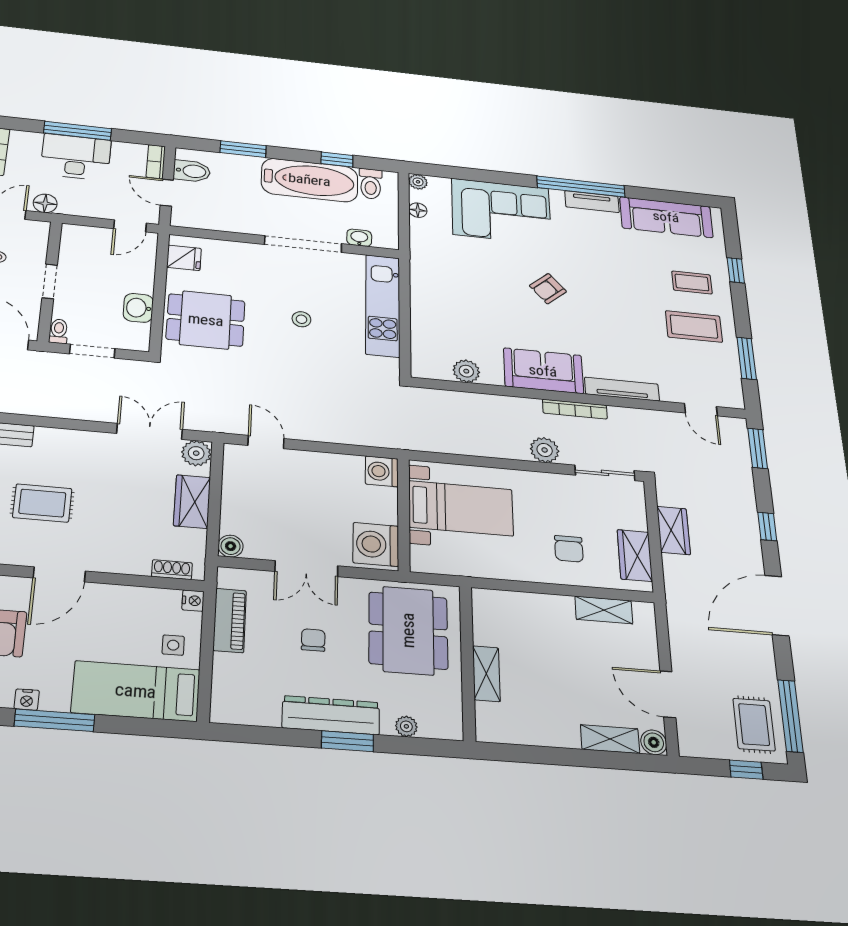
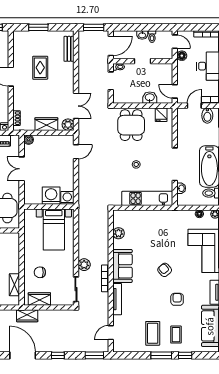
armchair: (613, 272) -> (177, 299), added
washbasin: (138, 308) -> (150, 98), moved
window: (747, 358) -> (161, 355), moved
wardrobe: (673, 530) -> (27, 316), moved
washing machine: (376, 544) -> (51, 196), moved

